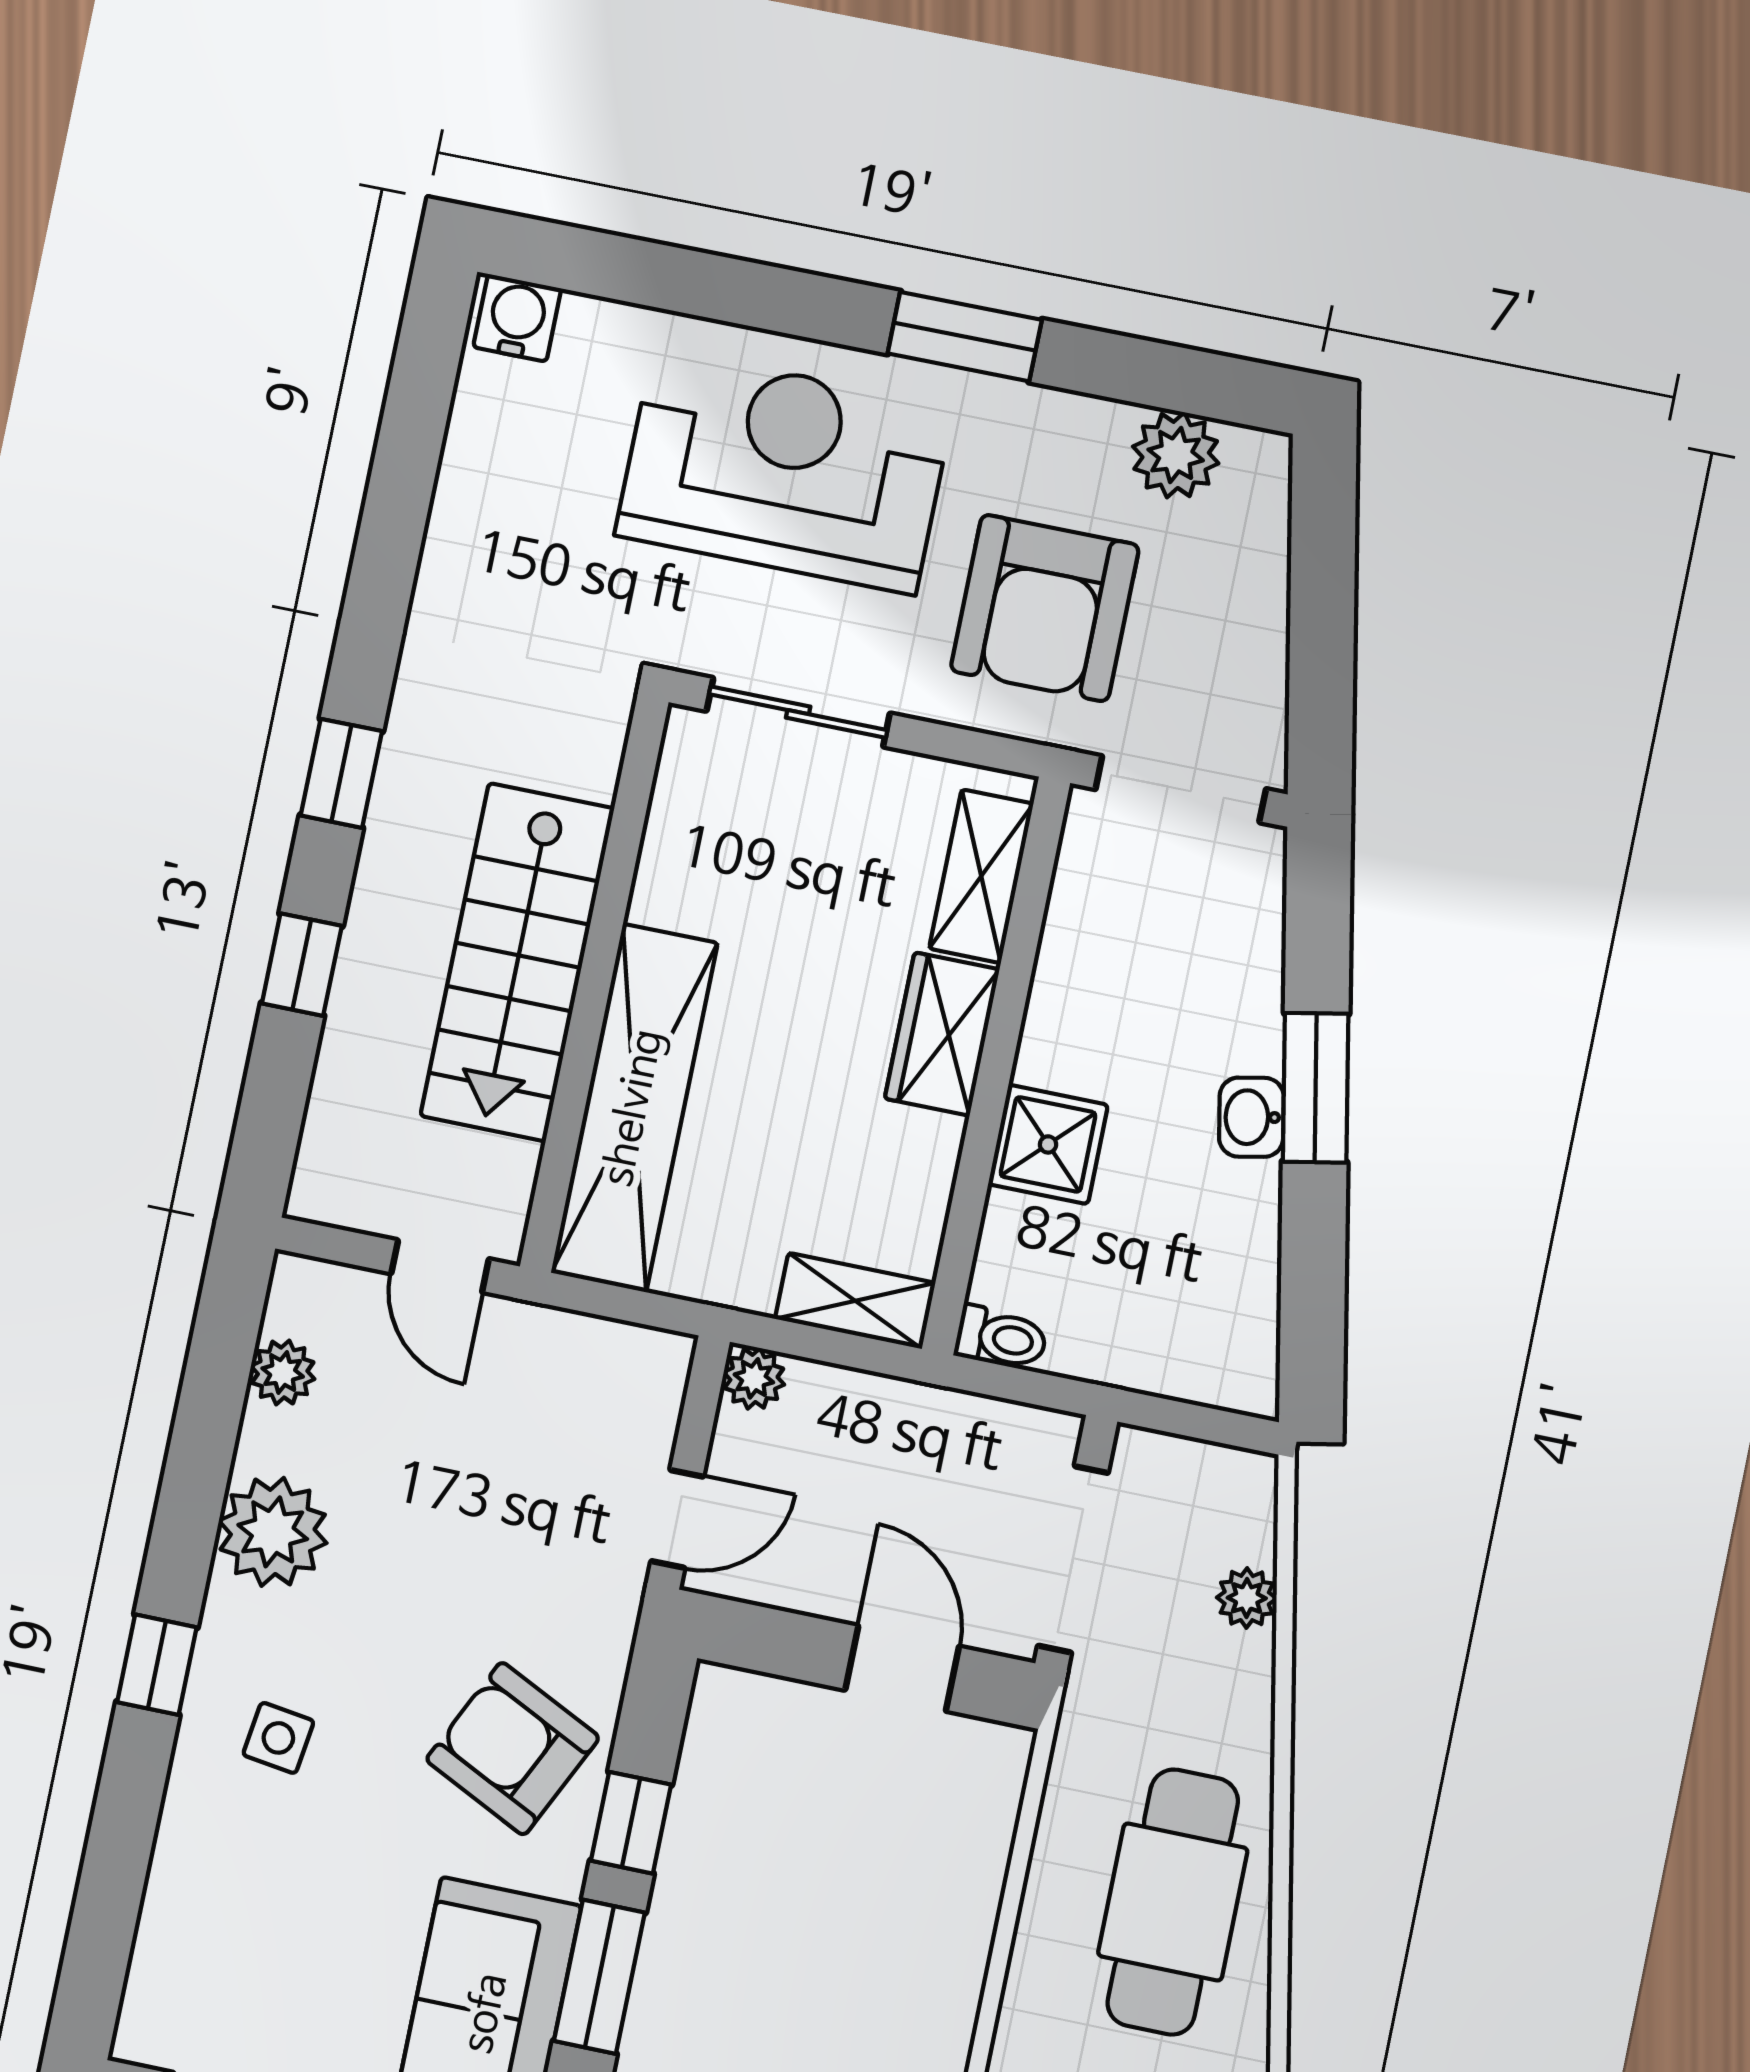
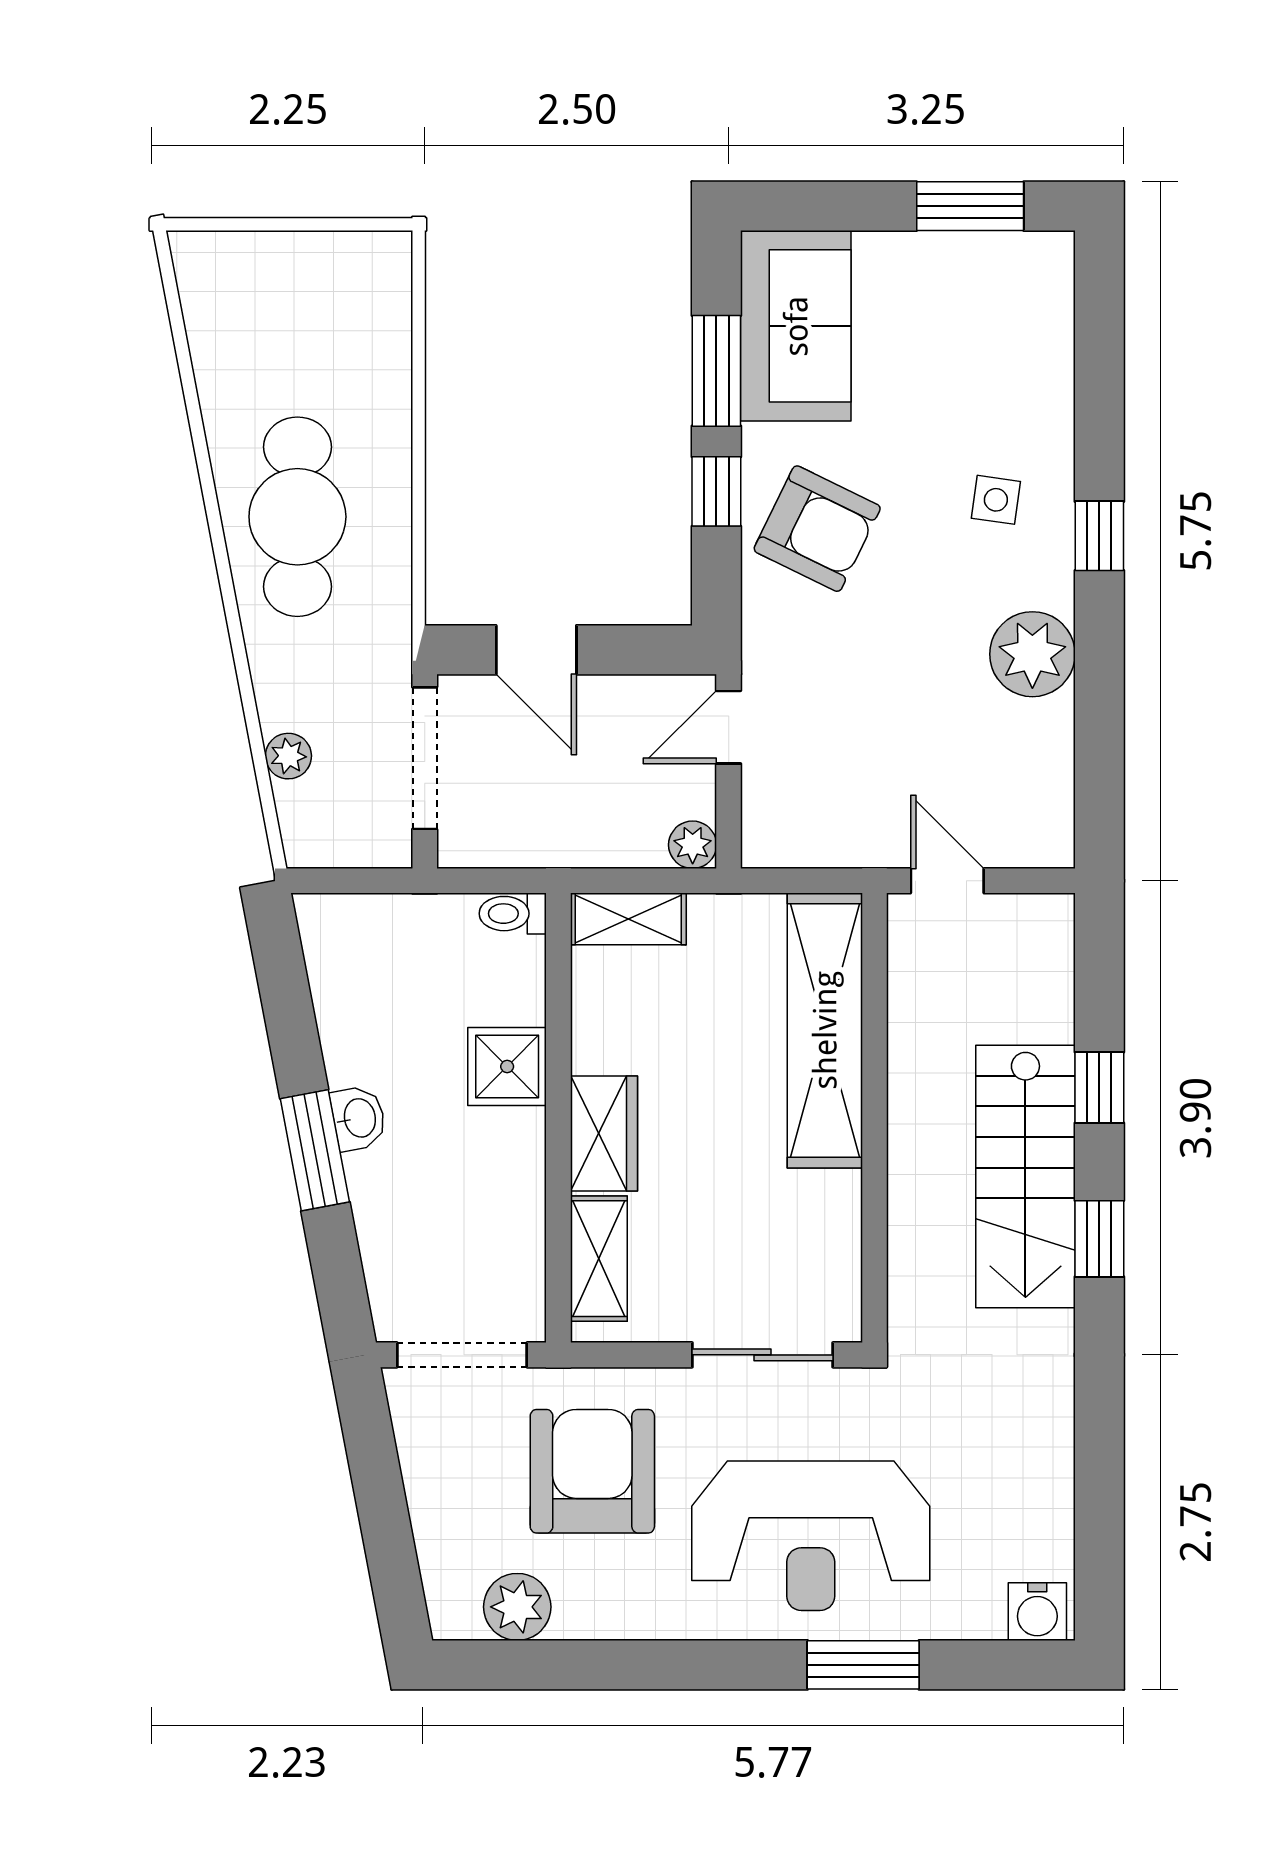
window: (965, 337) -> (863, 1665), moved
stairs: (517, 962) -> (1025, 1177), moved, turned 180
plant: (283, 1373) -> (1050, 776), removed

